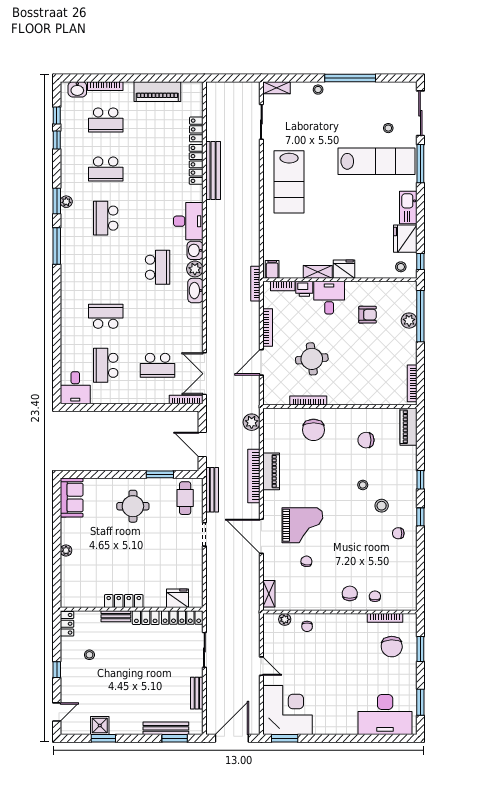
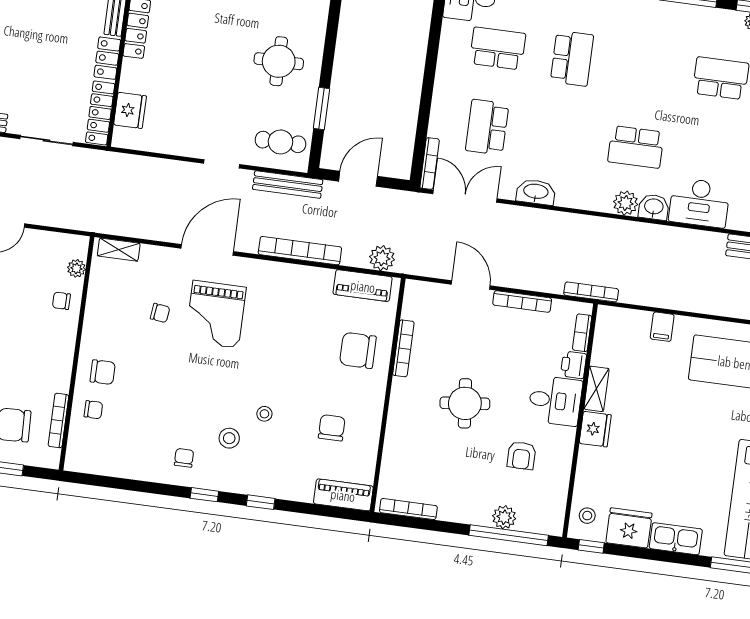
filing cabinet: (272, 269) -> (662, 327), moved, turned 90
washbasin: (195, 291) -> (536, 192), moved
round table: (312, 359) -> (465, 403), moved
piano: (271, 471) -> (363, 286), moved

